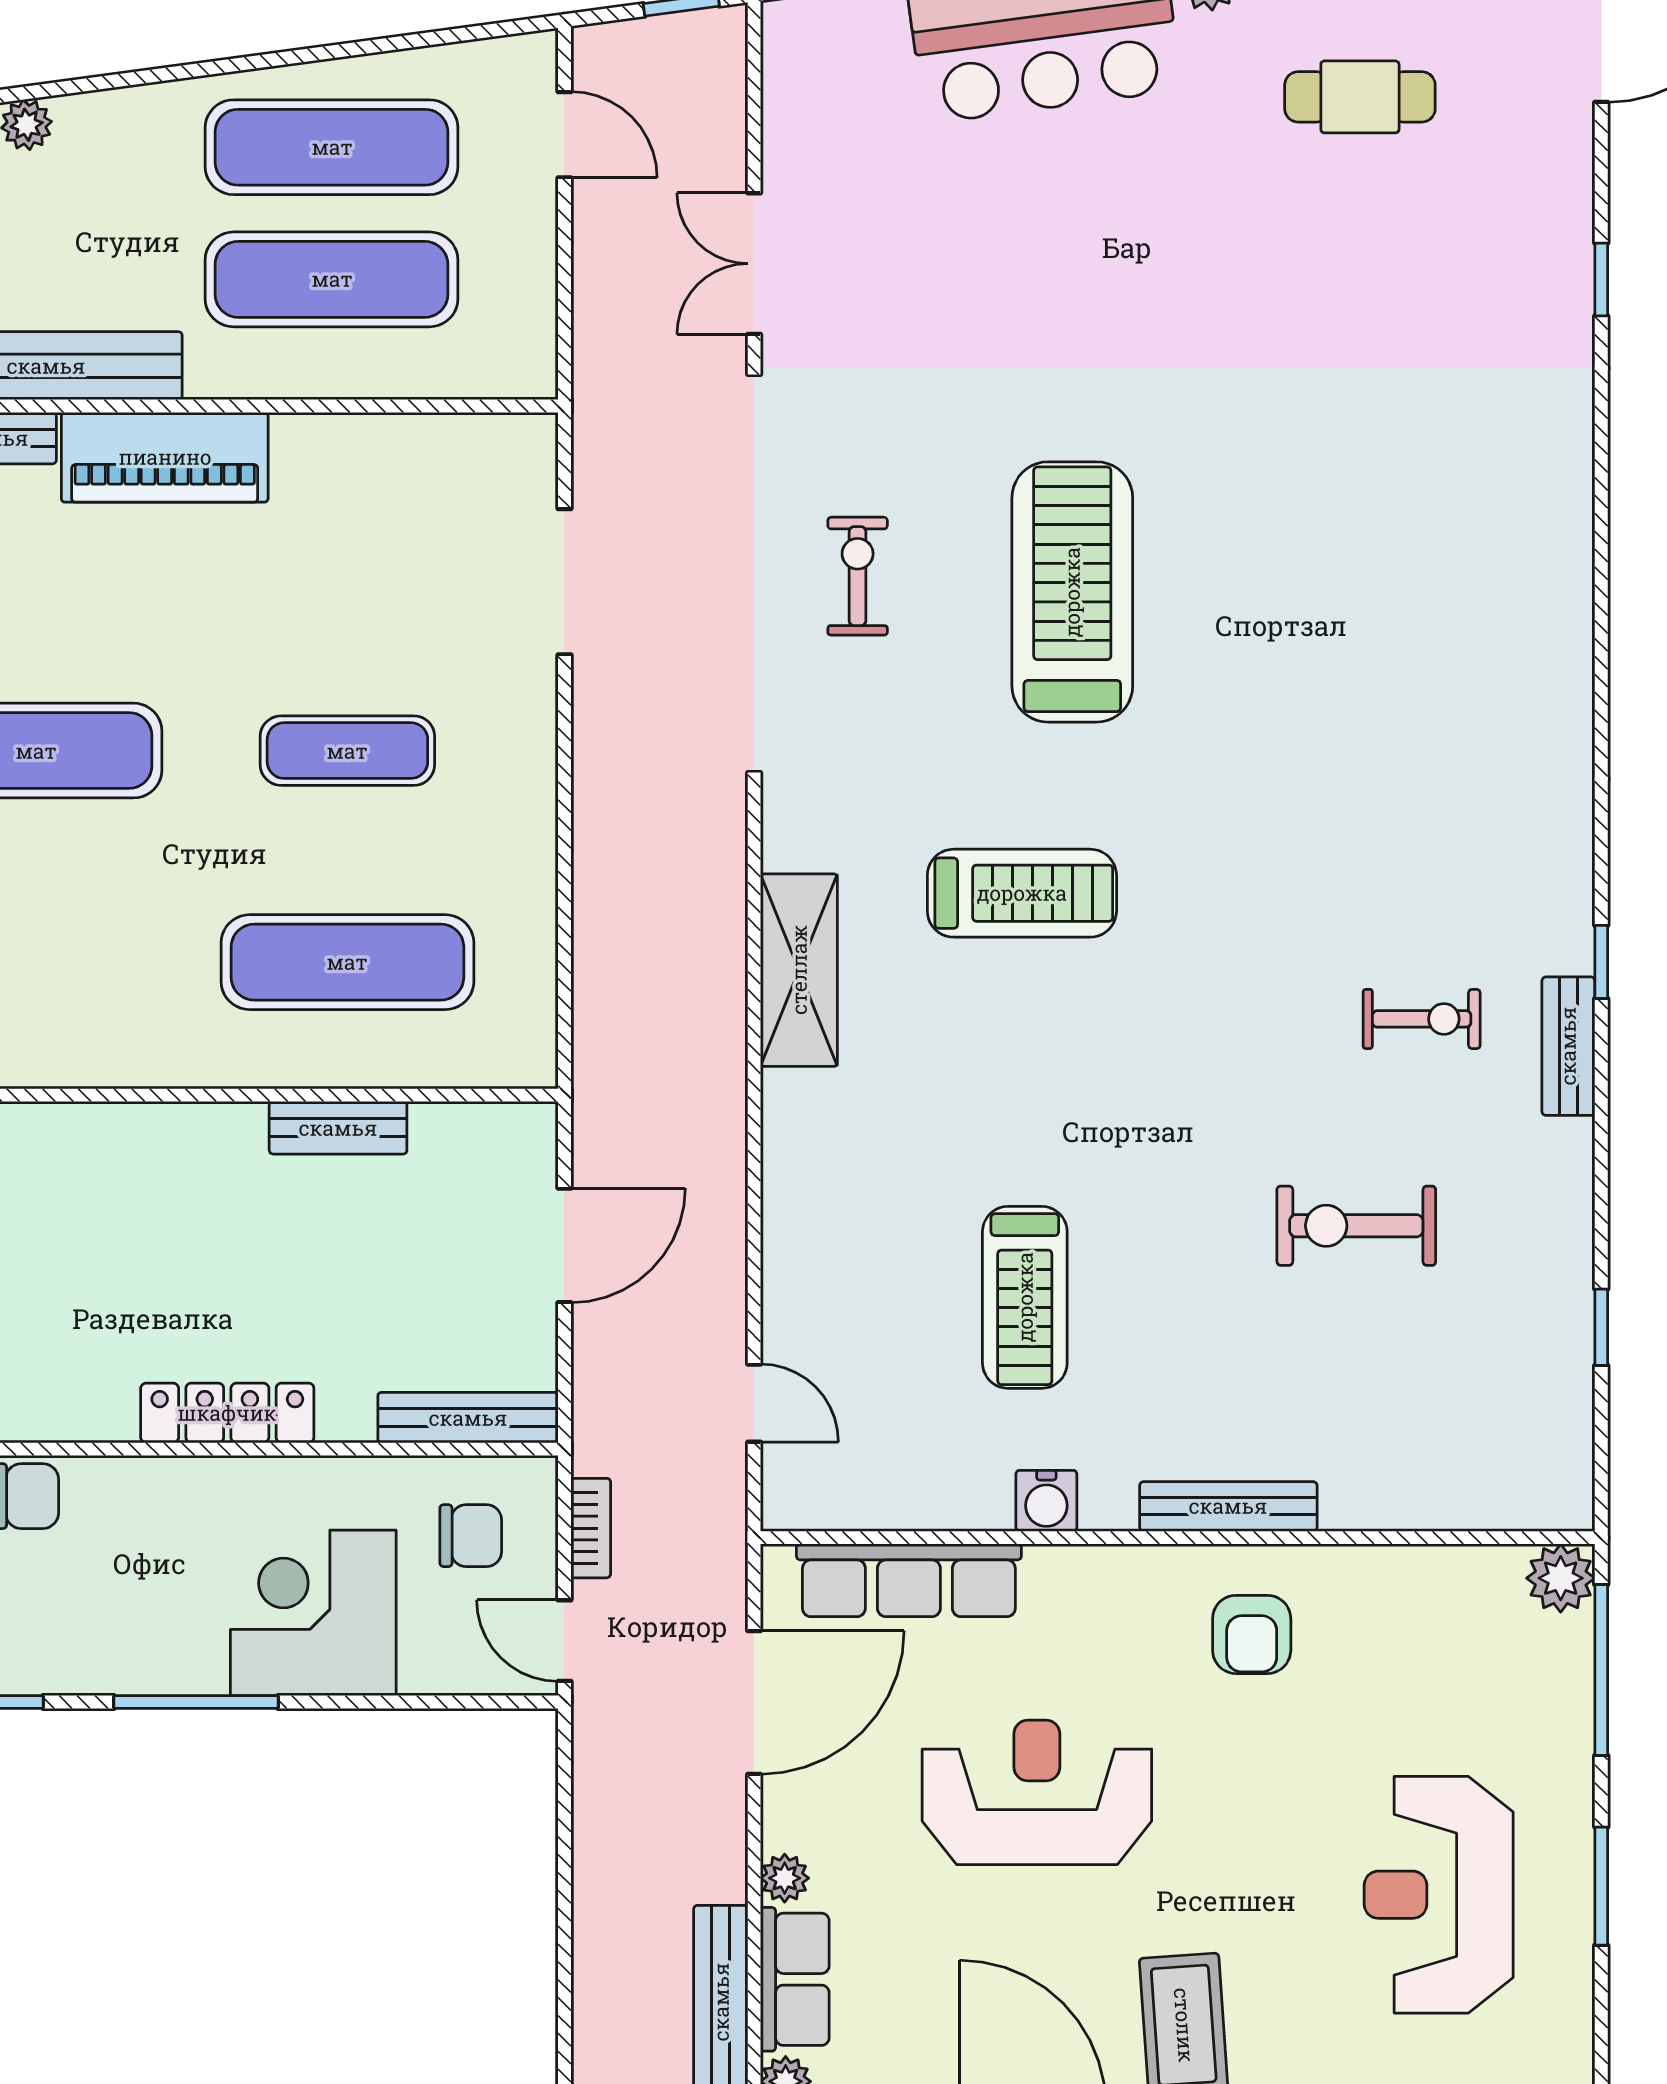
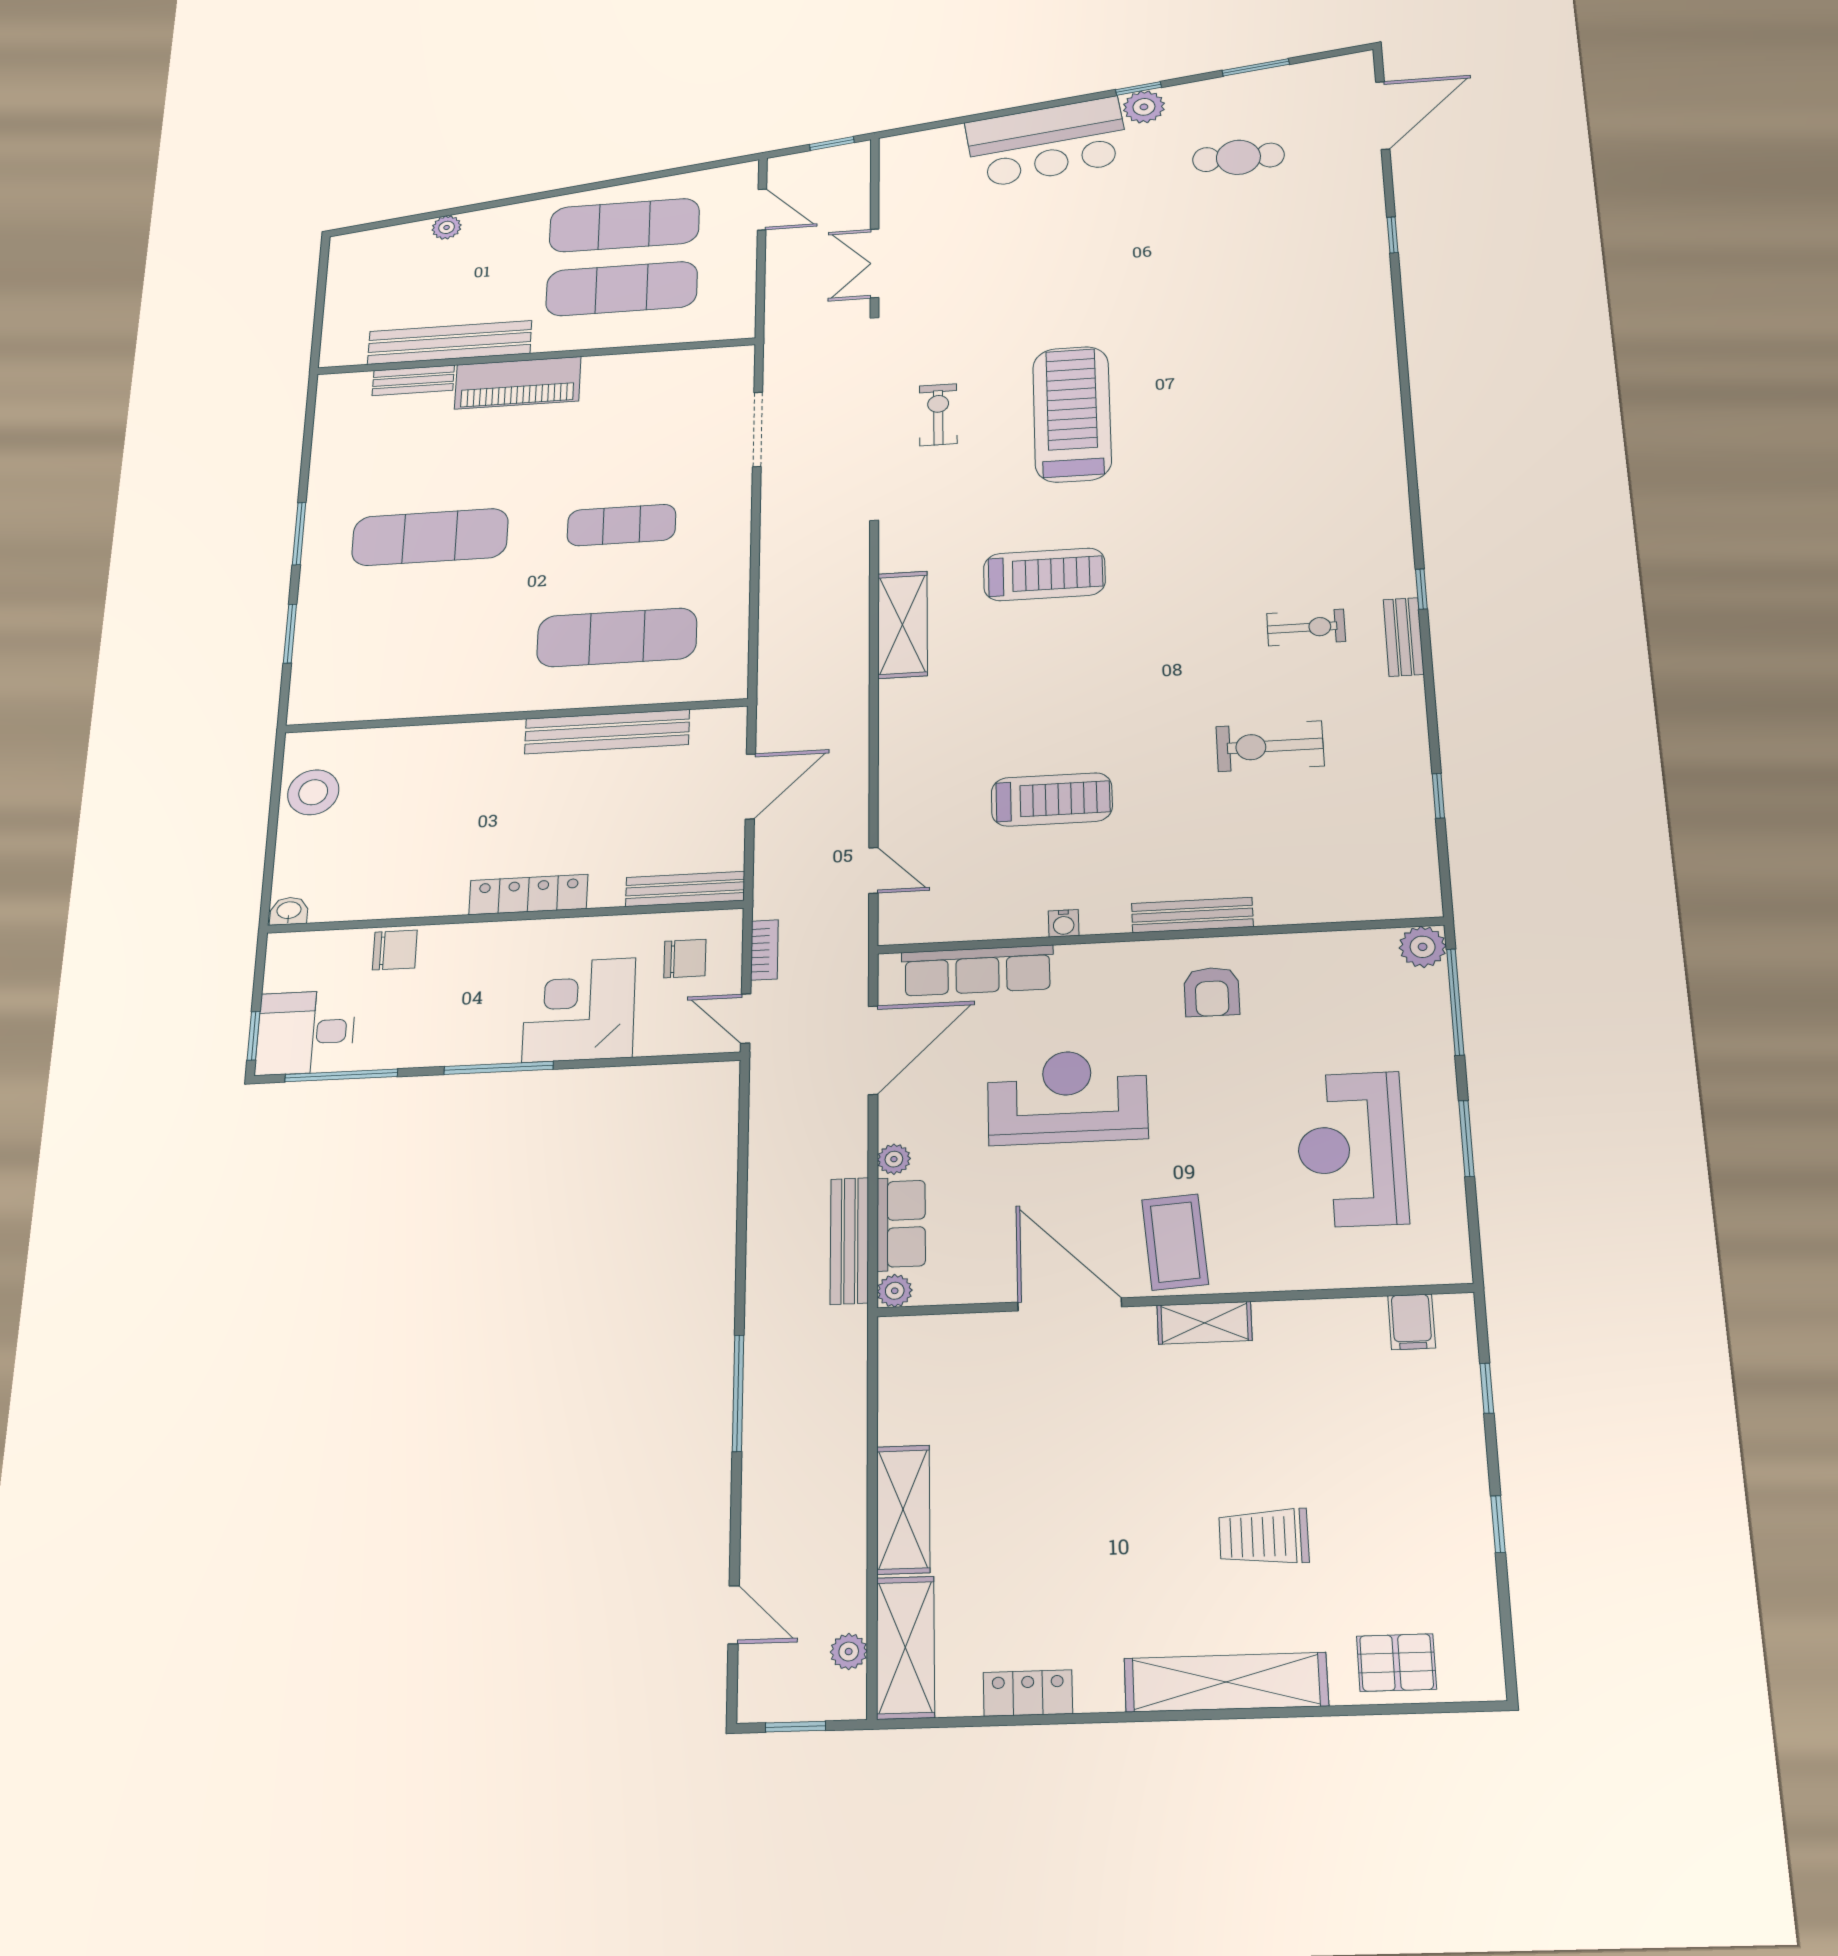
bench: (338, 1128) -> (607, 732), width x1.86, depth x1.21
treadmill: (1025, 1297) -> (1052, 799), turned -90
water cooler: (1046, 1501) -> (1064, 923), width x0.72, depth x0.72

